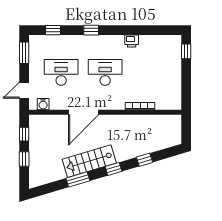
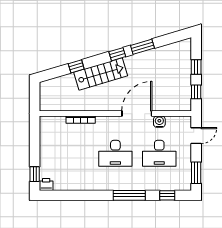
window: (91, 30) -> (129, 195), width x2.17
printer: (132, 41) -> (46, 185), moved
water cooler: (43, 104) -> (159, 122), moved
stairs: (89, 161) -> (101, 74), moved
window: (114, 169) -> (117, 54), moved

